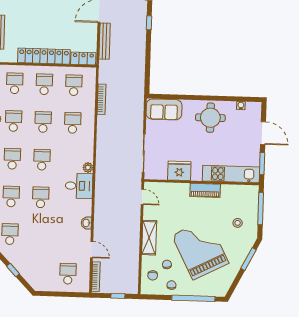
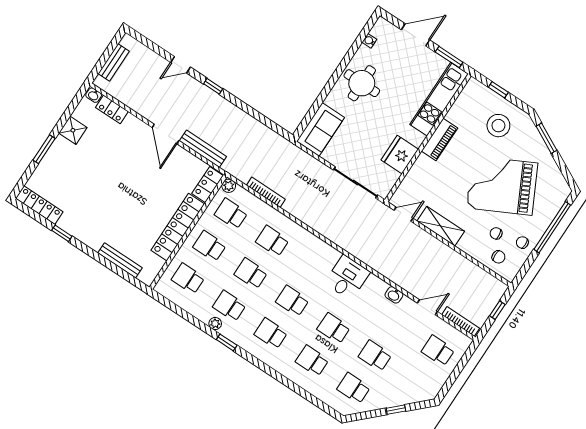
plant: (88, 167) -> (229, 186), moved
window: (261, 209) -> (498, 90), width x0.46
stool: (238, 223) -> (498, 126), width x1.89, depth x1.89
school desk: (40, 235) -> (375, 356), added
shelving: (149, 238) -> (441, 226), moved

